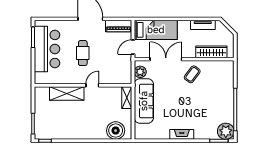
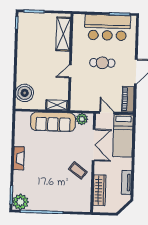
door: (92, 85) -> (70, 71), swing flipped
shelving: (67, 93) -> (63, 34), moved

